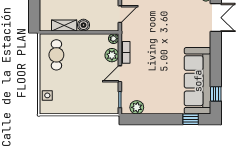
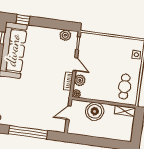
shelving: (64, 25) -> (125, 111), moved
boiler: (84, 25) -> (95, 111), width x1.86, depth x1.86
door: (120, 74) -> (75, 64), hinge flipped

